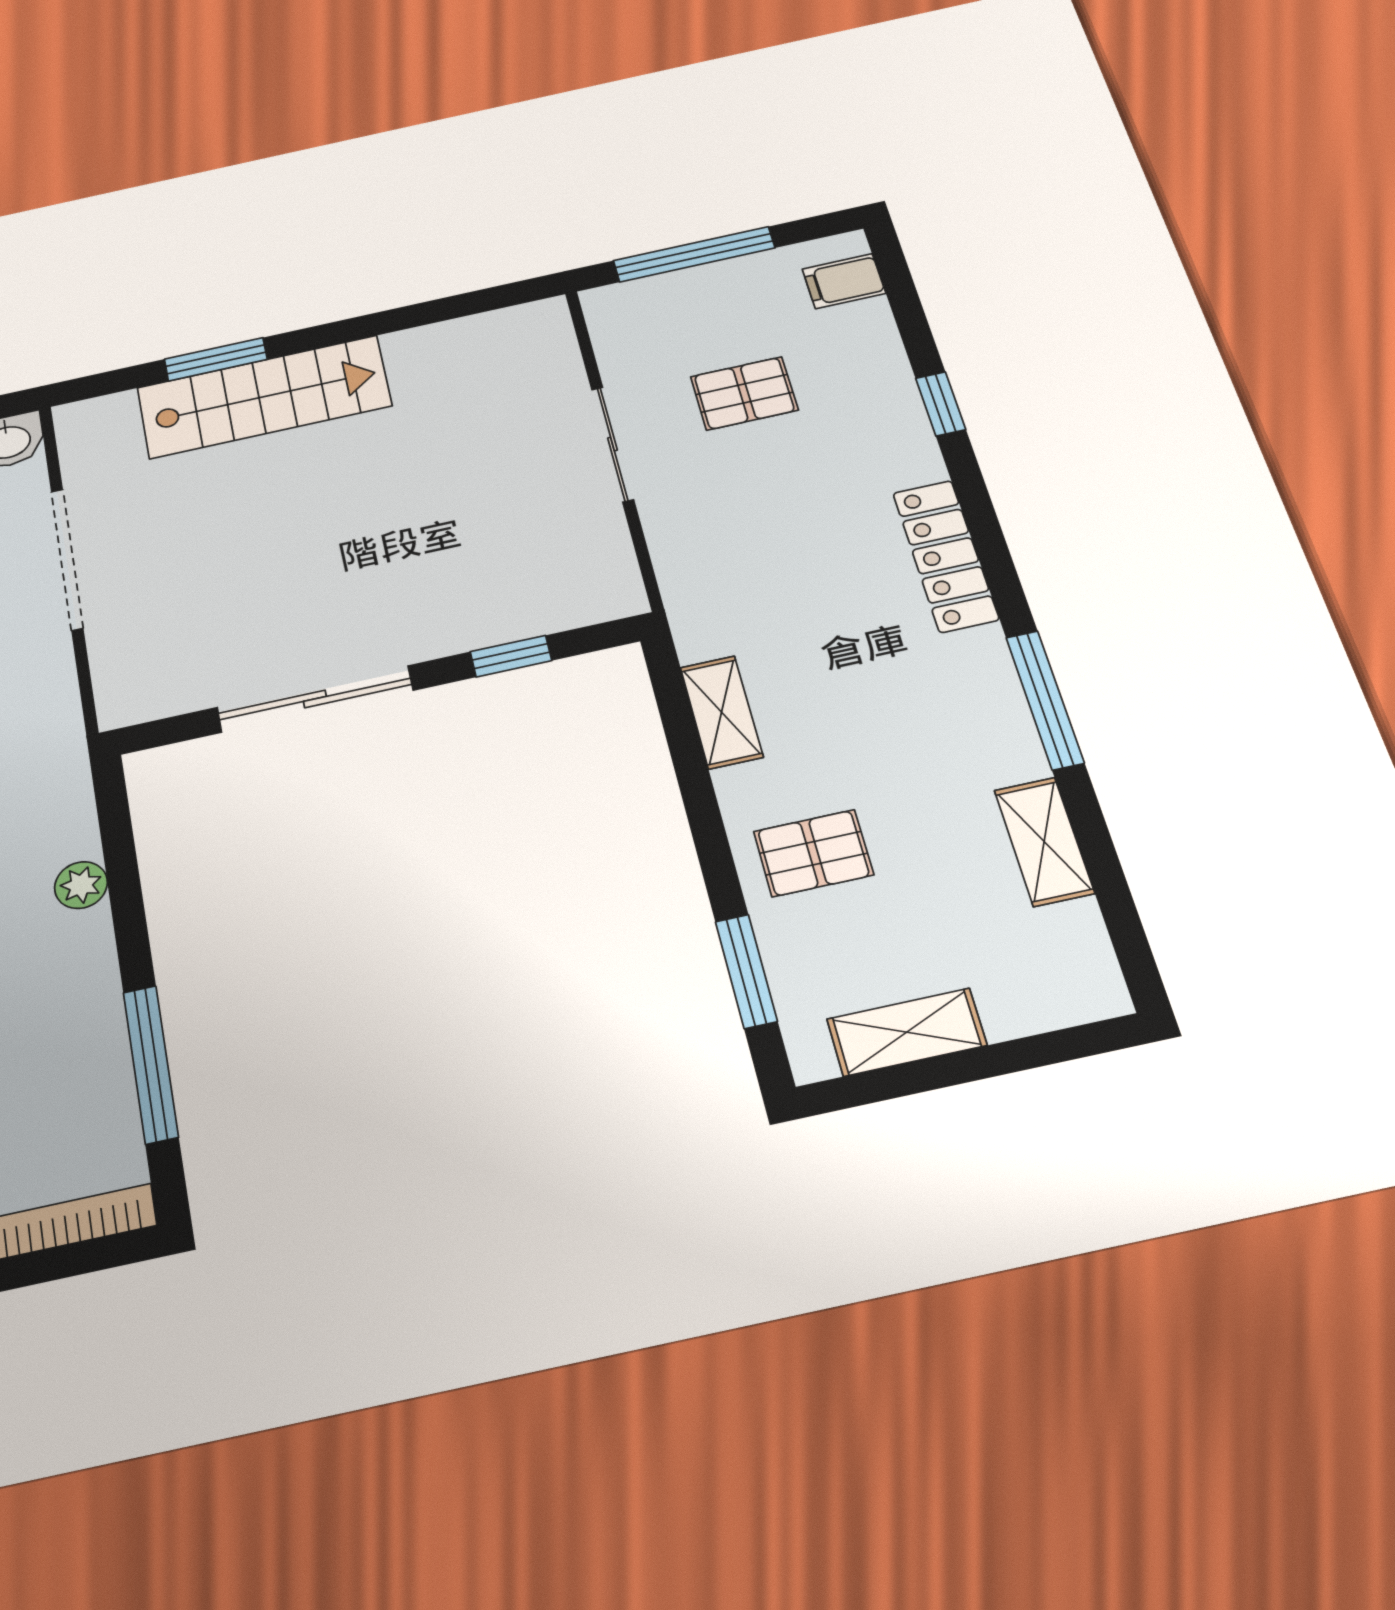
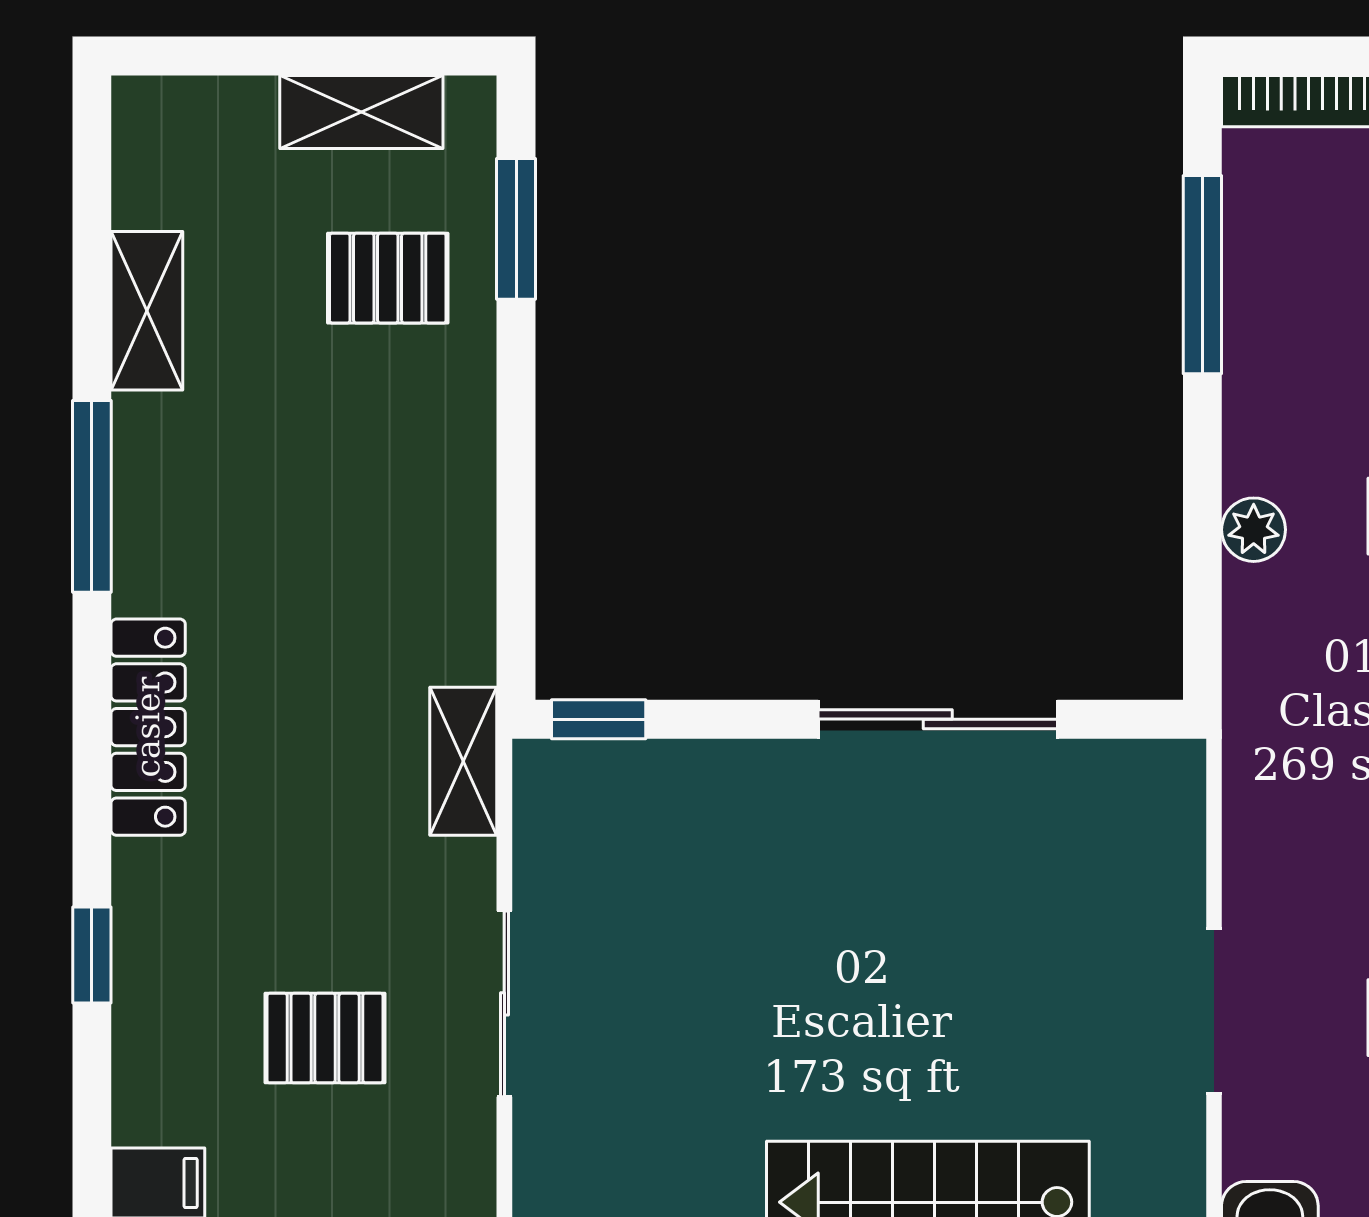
doorway: (67, 559) -> (1214, 1011), width x0.73
window: (511, 656) -> (599, 719), moved
shelving: (722, 712) -> (463, 761), moved
pallet: (813, 853) -> (388, 278), moved

